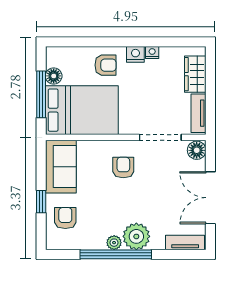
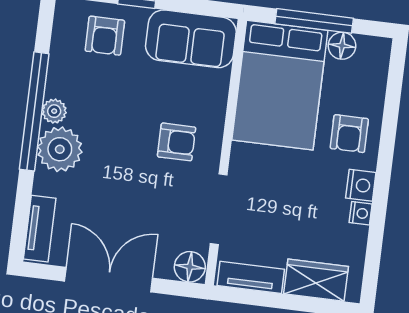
armchair: (65, 218) -> (105, 36), turned 90

